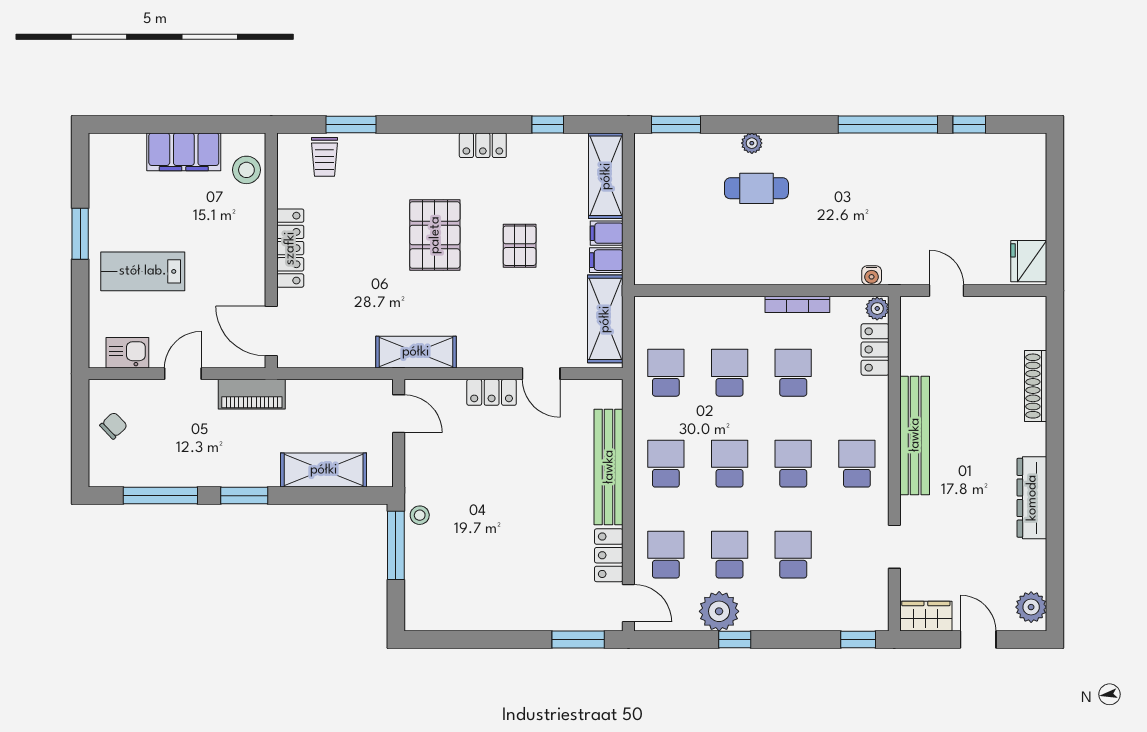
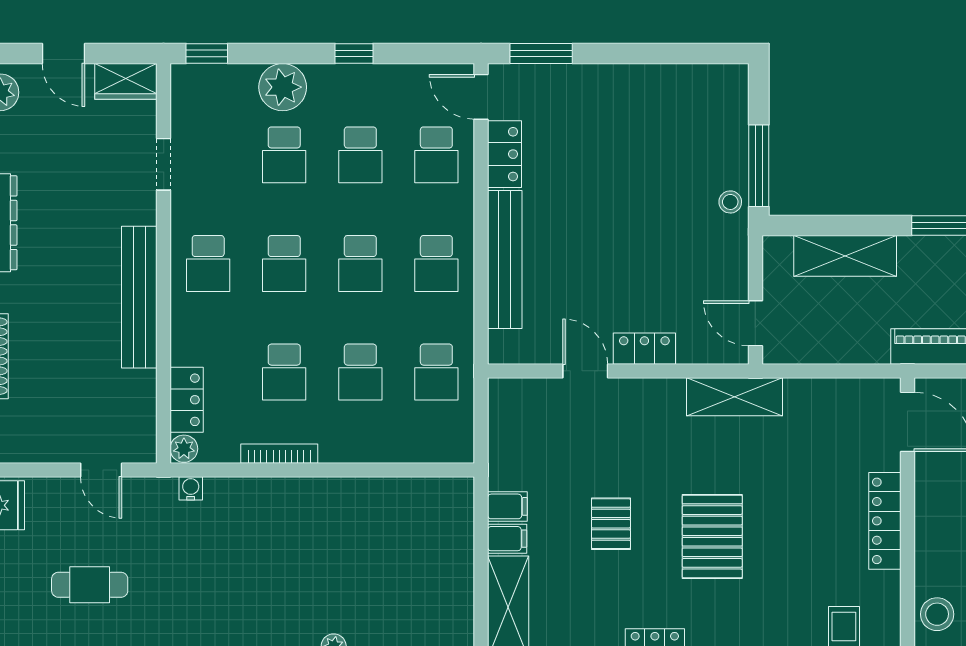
cafe table: (756, 188) -> (90, 585), moved
shelving: (605, 319) -> (509, 436), removed
plant: (719, 611) -> (283, 87), moved

